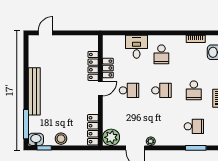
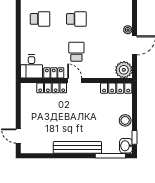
desk: (137, 47) -> (31, 66), moved, turned -90
school desk: (161, 90) -> (76, 19), turned 90

